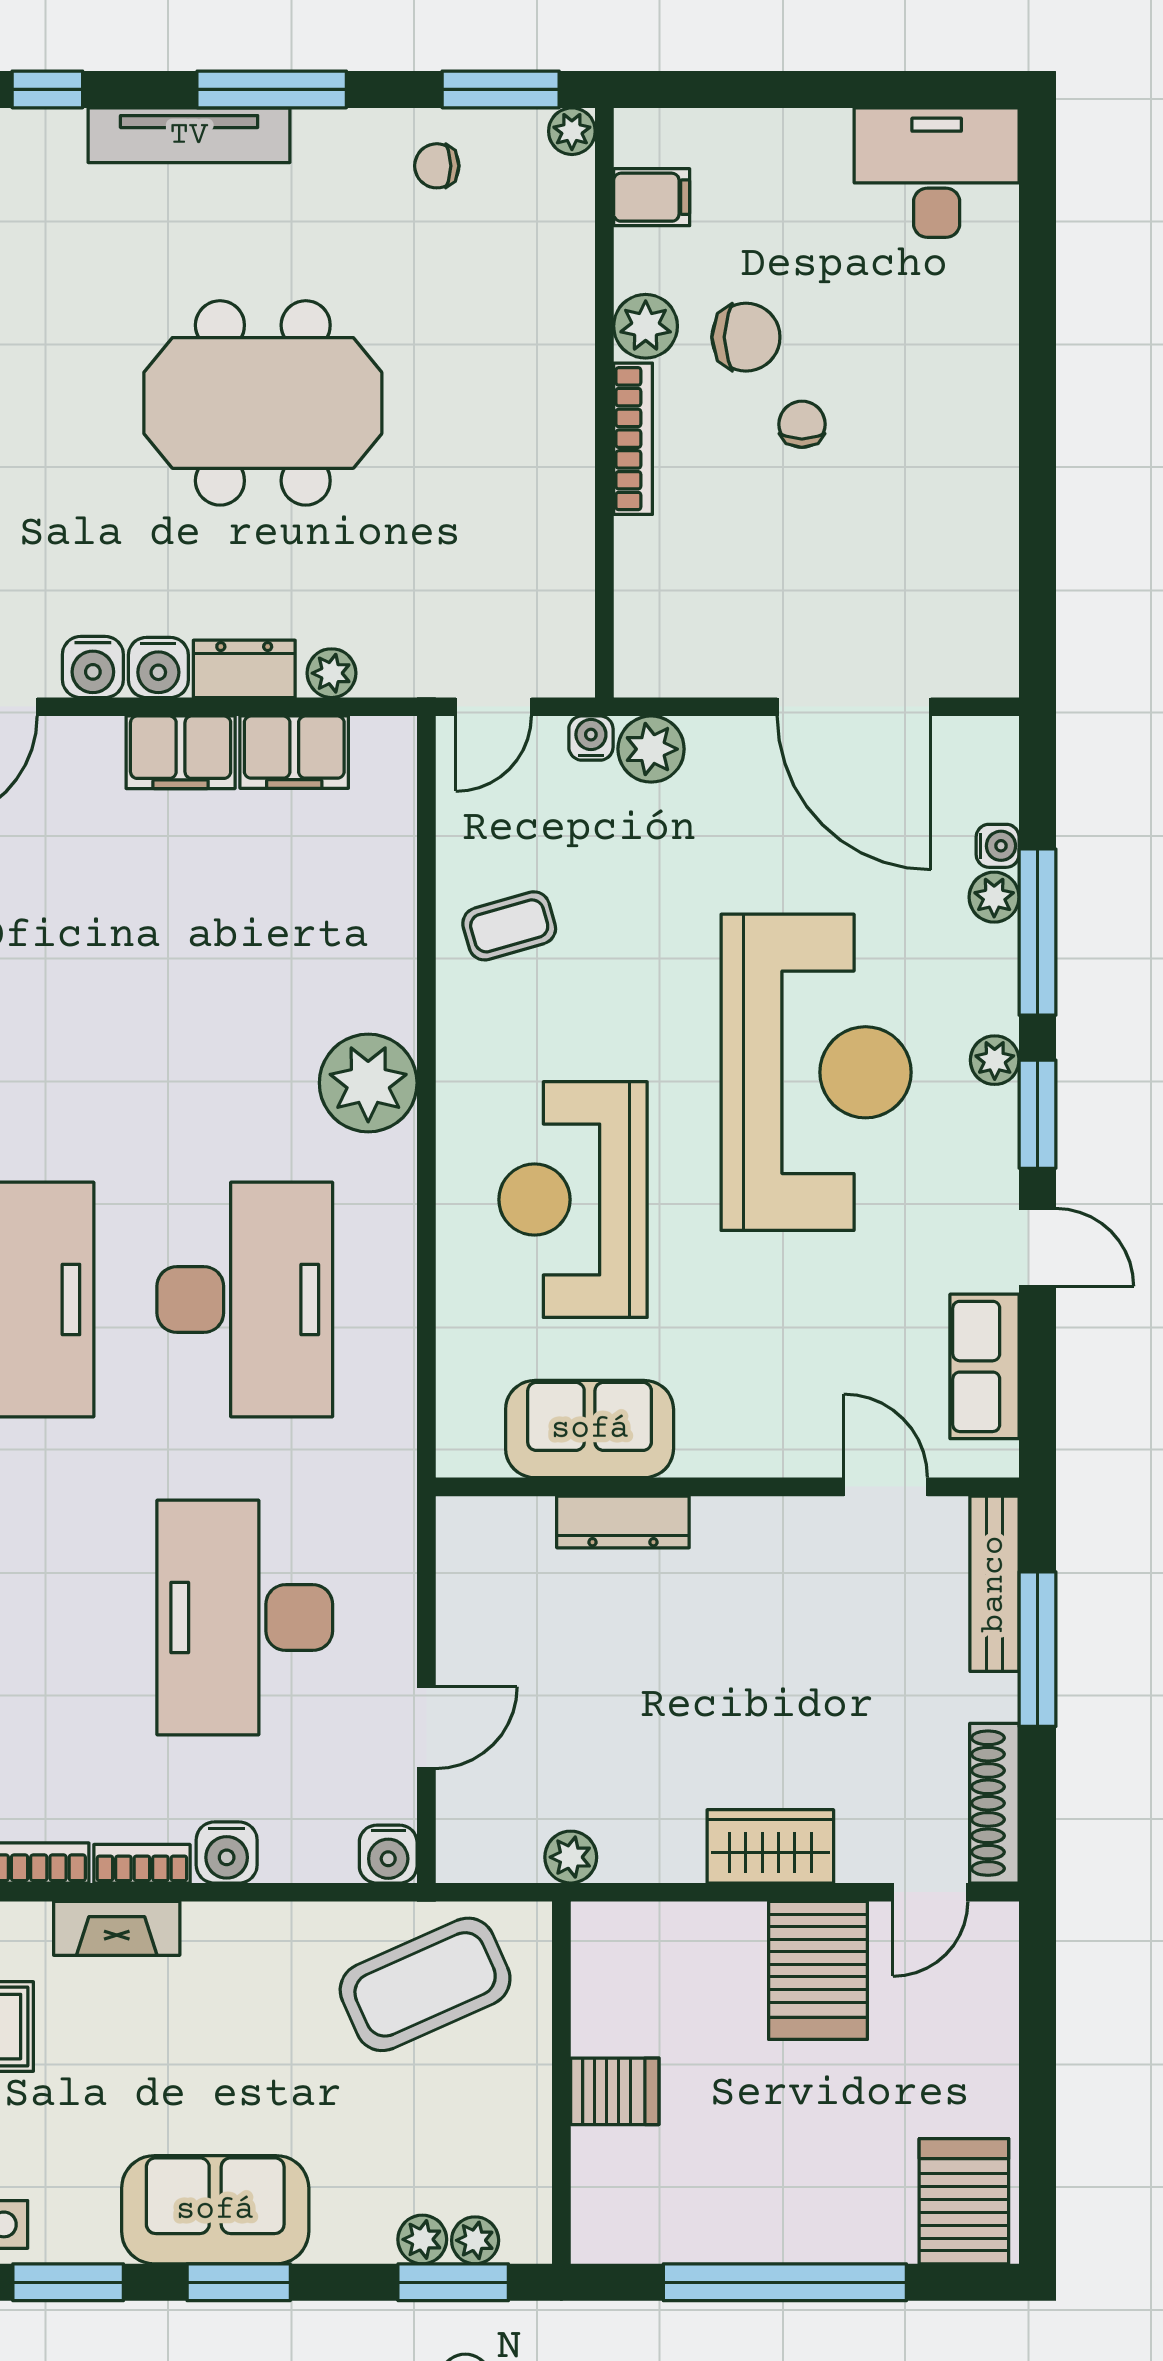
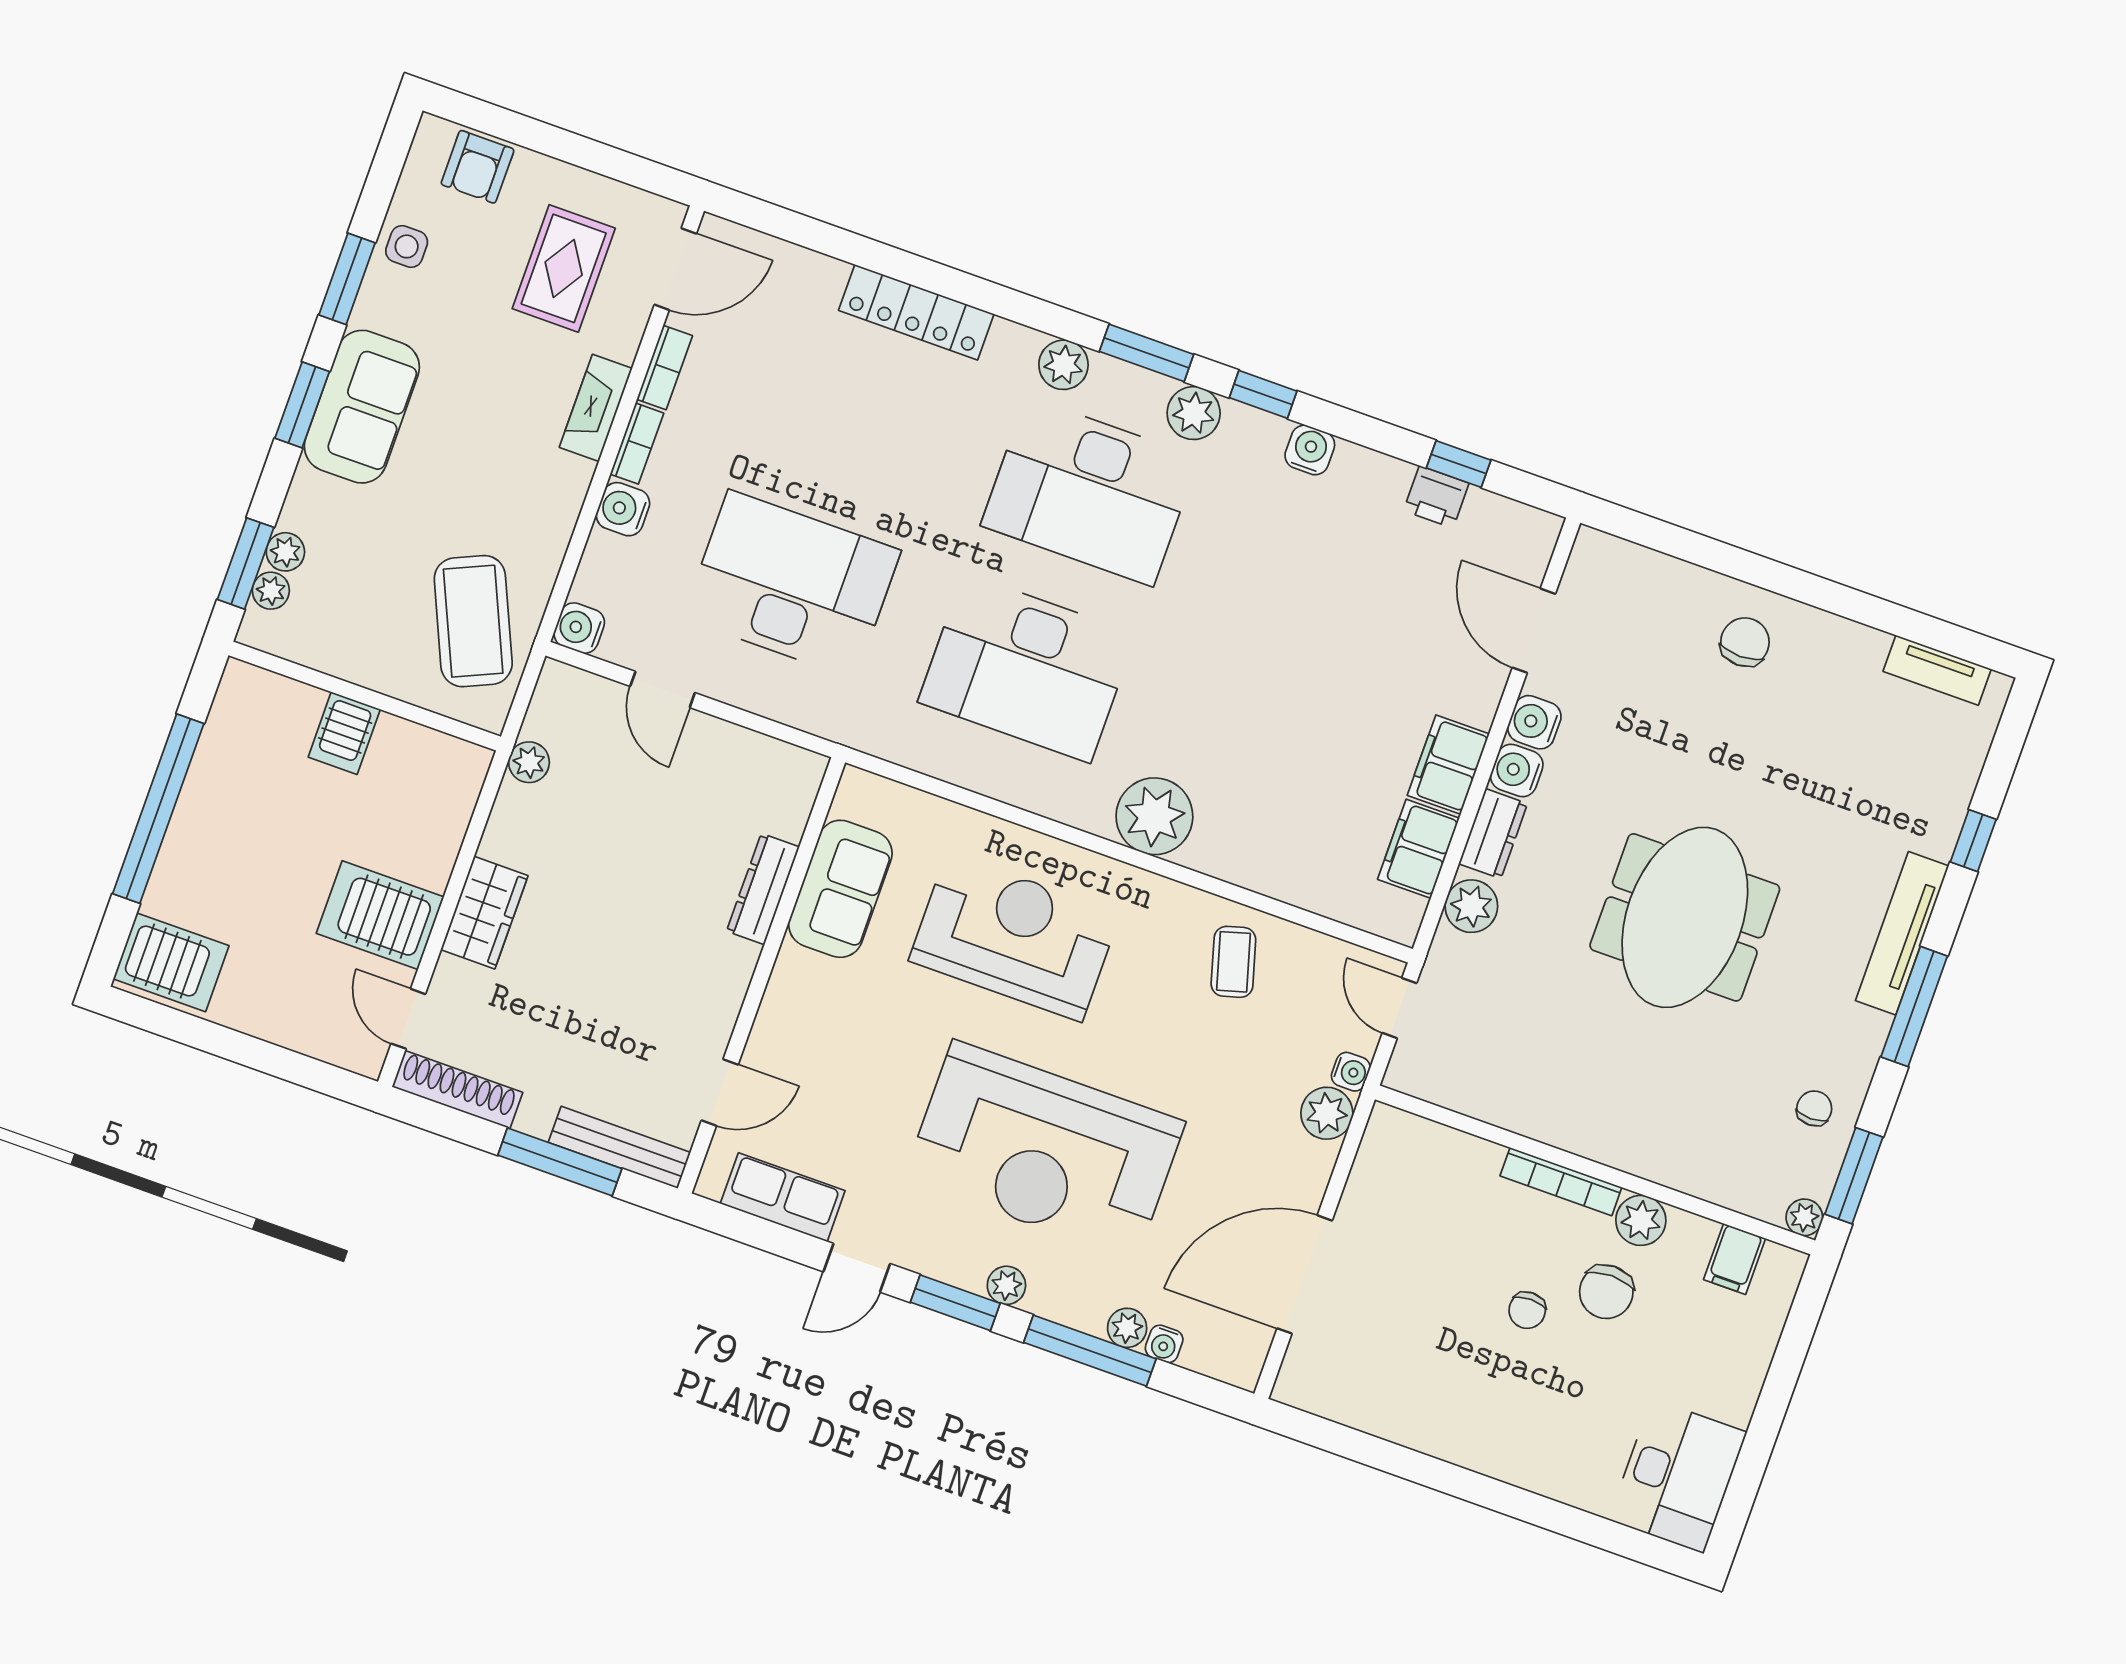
chair: (802, 424) -> (1527, 1310), turned 90
plant: (331, 673) -> (1471, 906), width x1.38, depth x1.38

